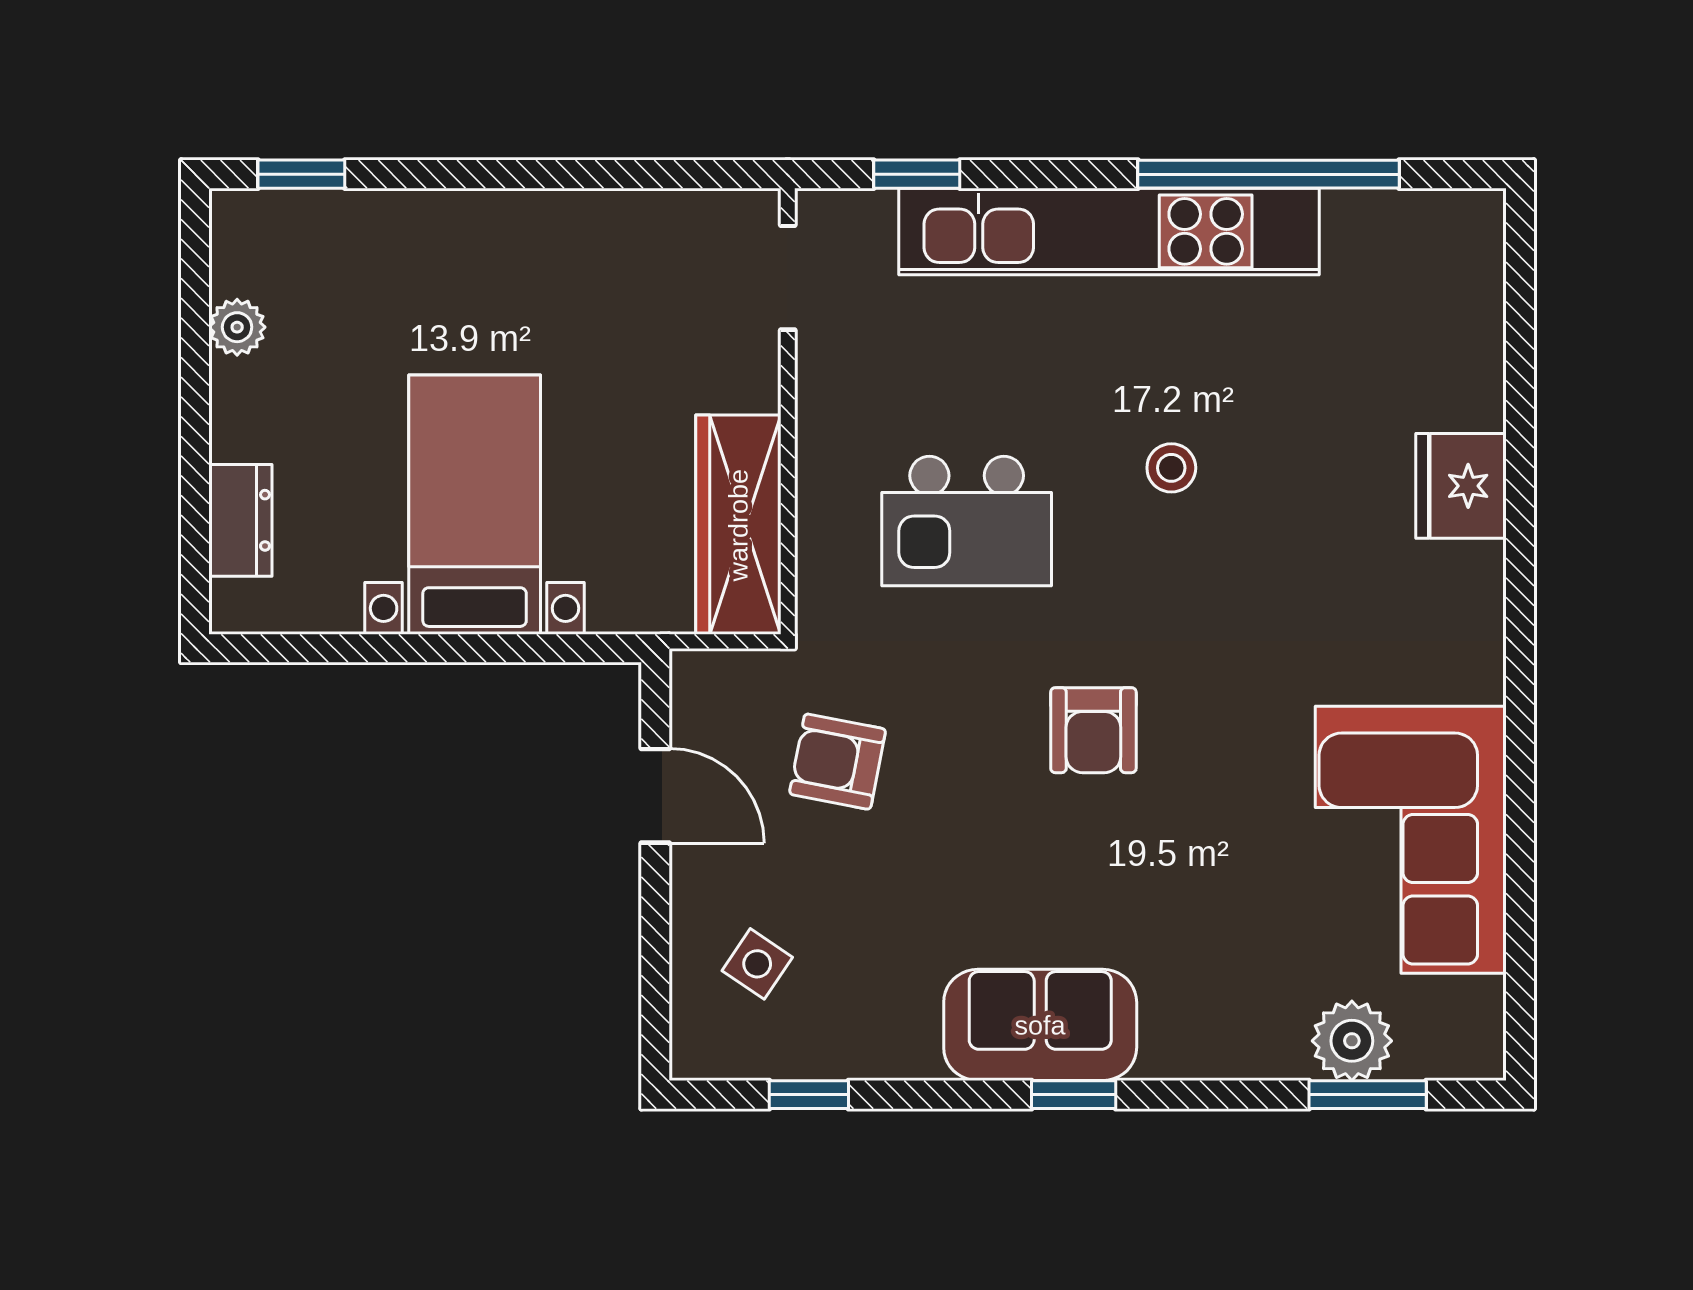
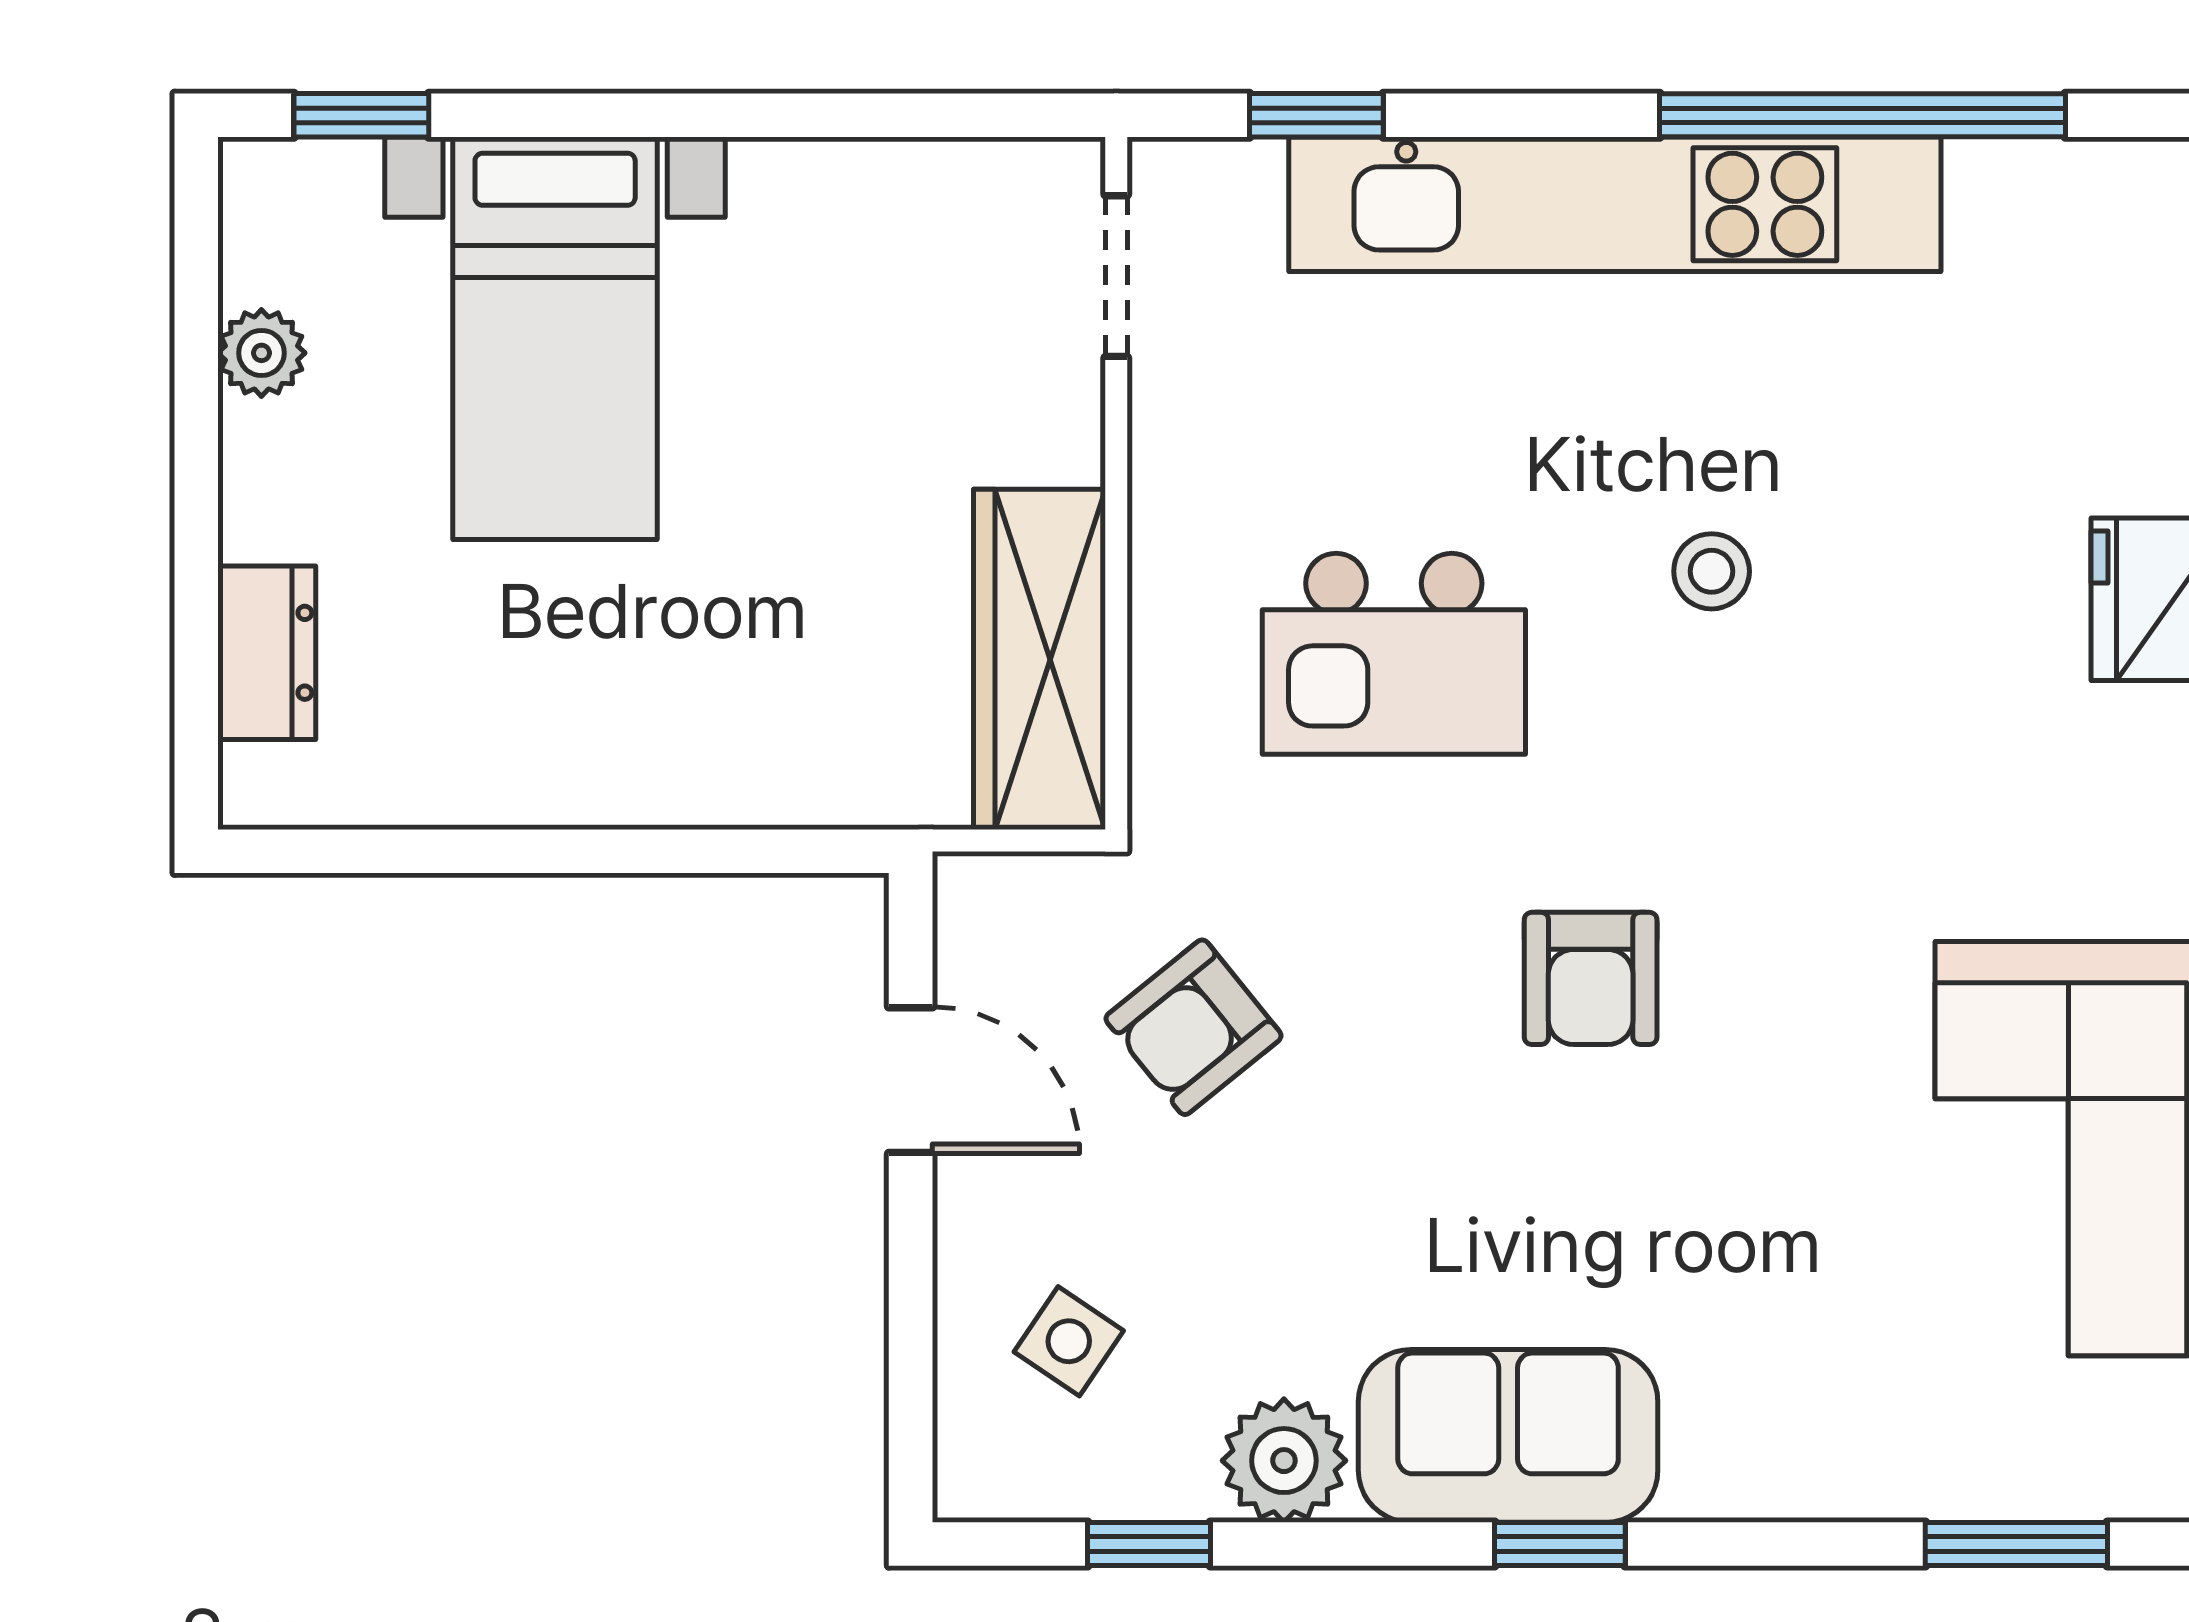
bed with nightstands: (475, 505) -> (555, 338), moved, turned 180
armchair: (838, 762) -> (1194, 1027), turned -50
plant: (1352, 1041) -> (1284, 1461), moved

